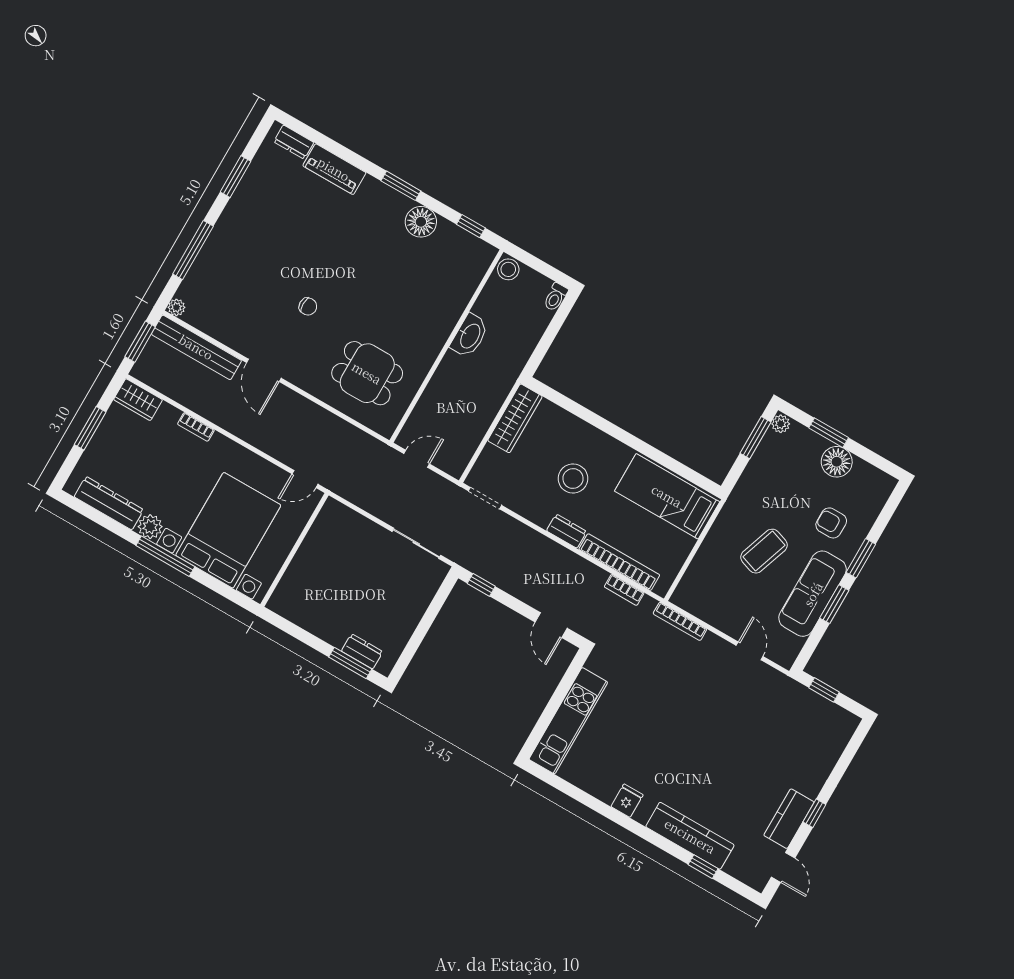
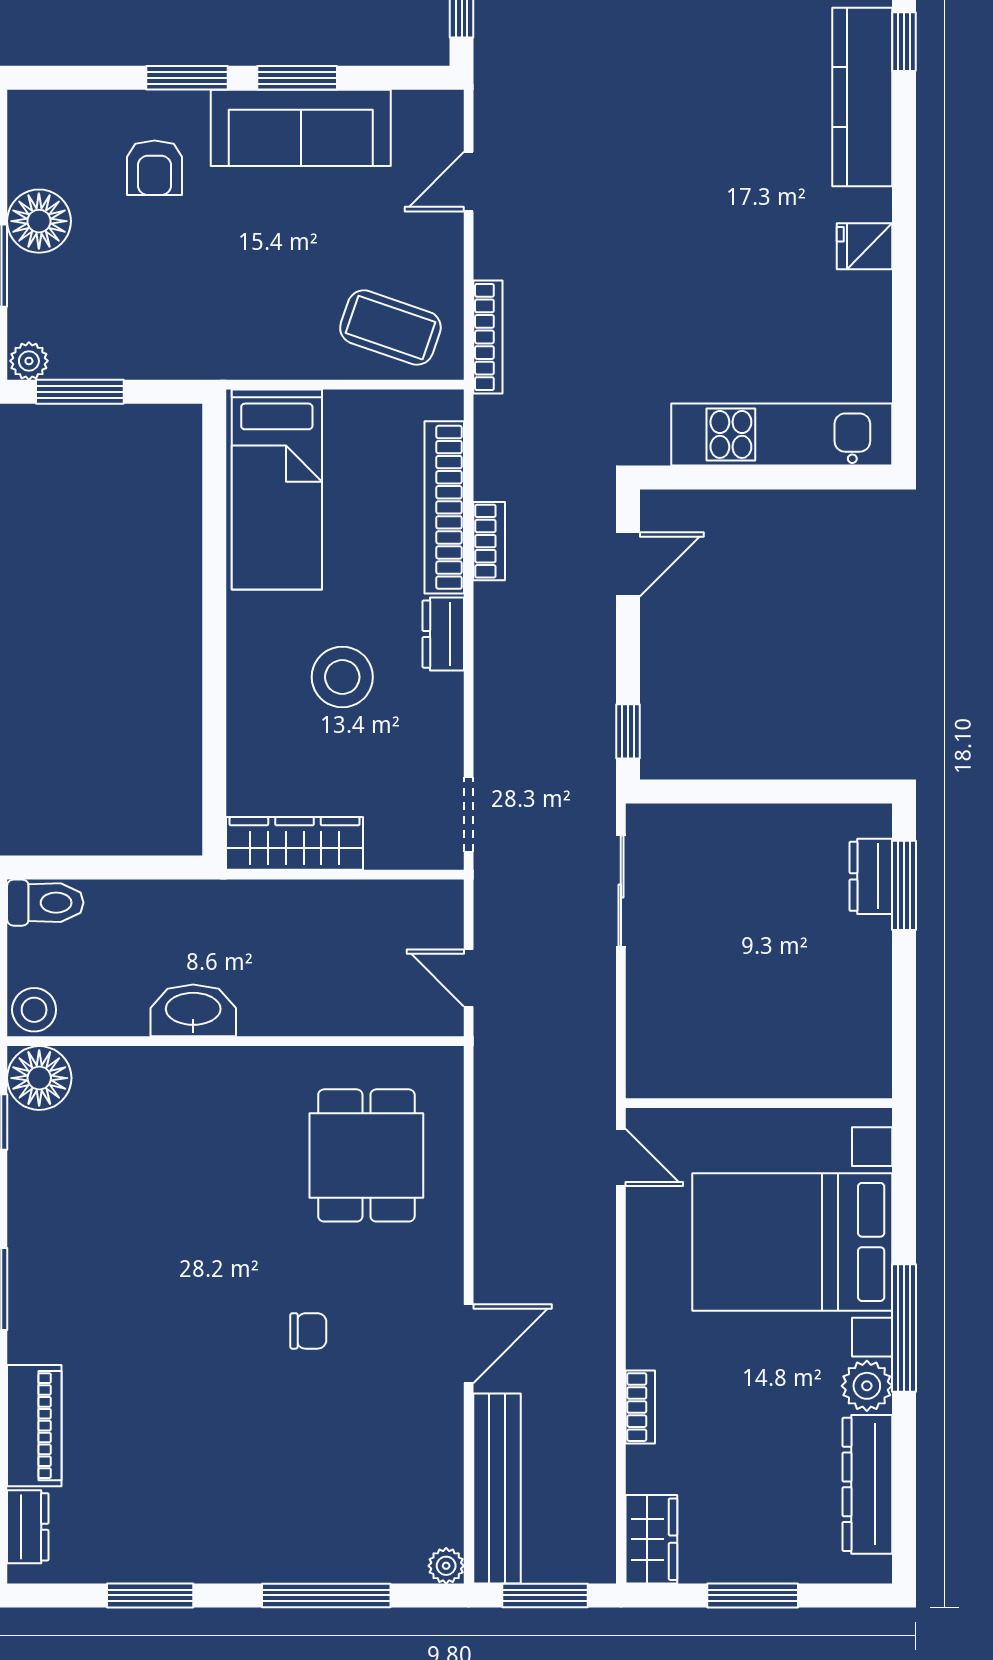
floor lamp: (421, 222) -> (39, 1078), moved
toilet: (556, 297) -> (45, 903), width x1.37, depth x1.39
chair: (308, 306) -> (308, 1331), turned 90
coffee table: (764, 551) -> (390, 328), moved
bookcase: (624, 590) -> (489, 541), moved

